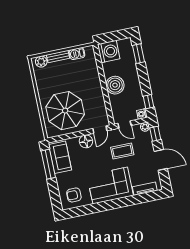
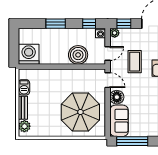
window: (139, 54) -> (56, 24), moved
boiler: (115, 85) -> (78, 55), moved
sofa: (60, 157) -> (119, 121), moved, turned 90

